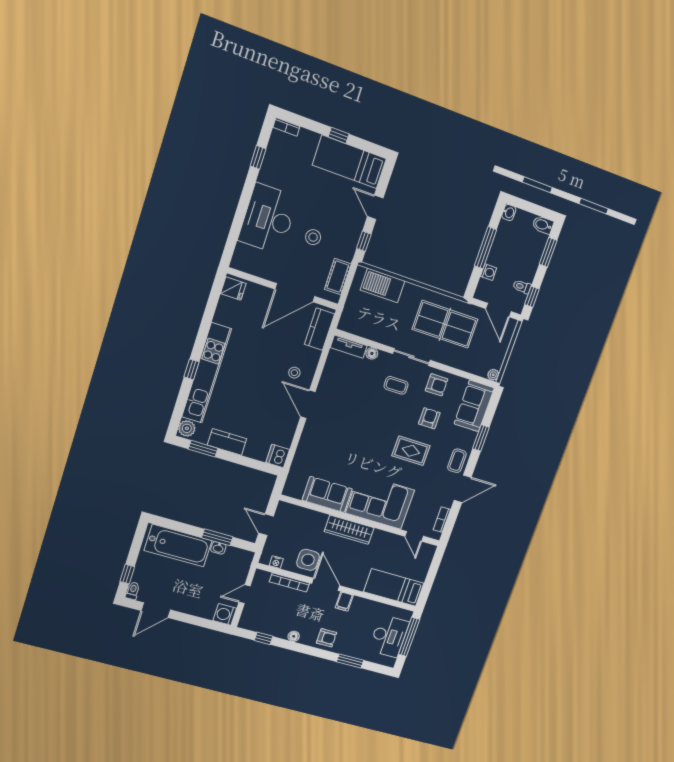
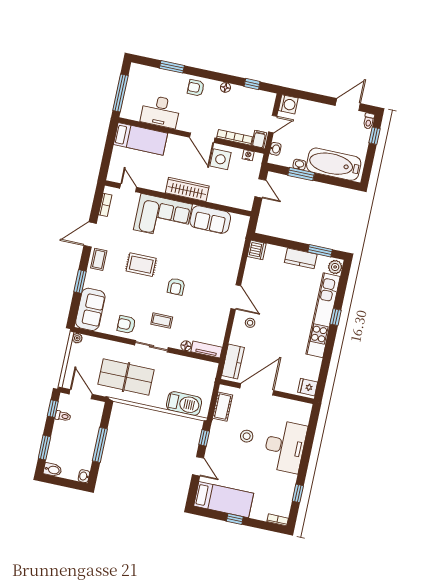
washing machine: (489, 272) -> (94, 425), removed
armchair: (429, 418) -> (176, 287), moved
washbasin: (244, 567) -> (275, 149), added
filing cabinet: (344, 601) -> (259, 139), moved
desk: (389, 636) -> (160, 112), moved, turned -90

